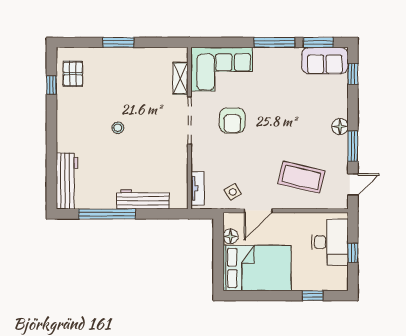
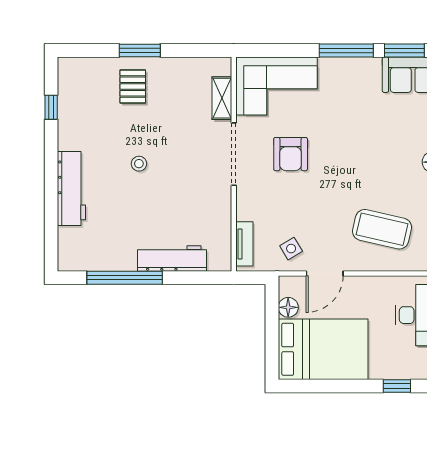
pallet: (73, 74) -> (133, 87), moved
workbench: (67, 181) -> (71, 188), moved

